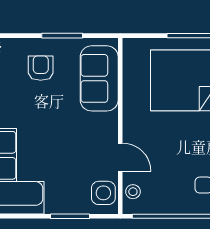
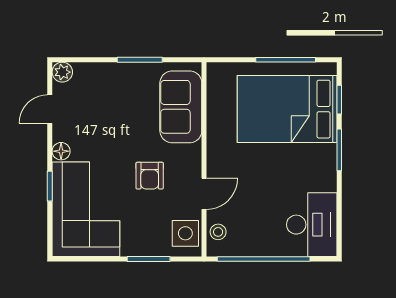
armchair: (41, 68) -> (150, 176), moved, turned 180
door: (120, 157) -> (204, 194), hinge flipped

